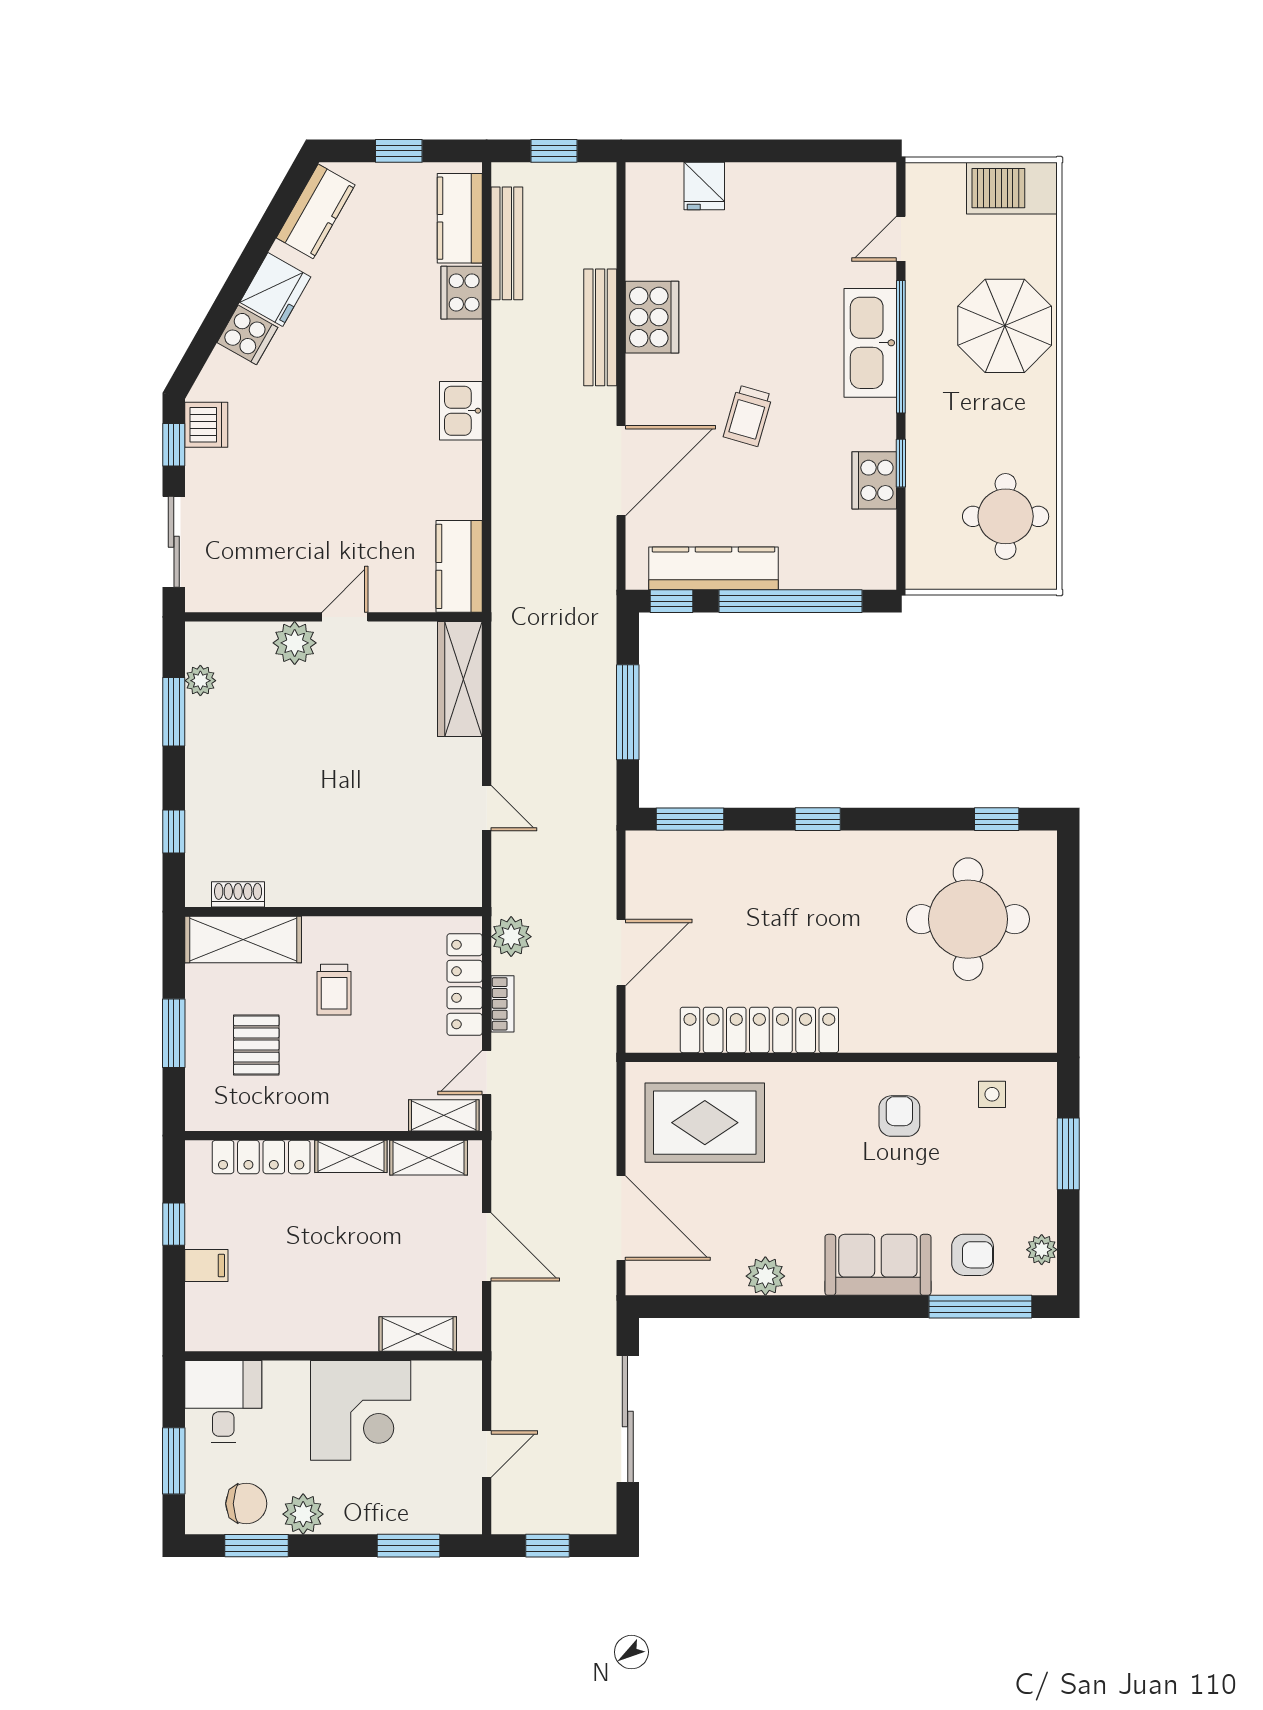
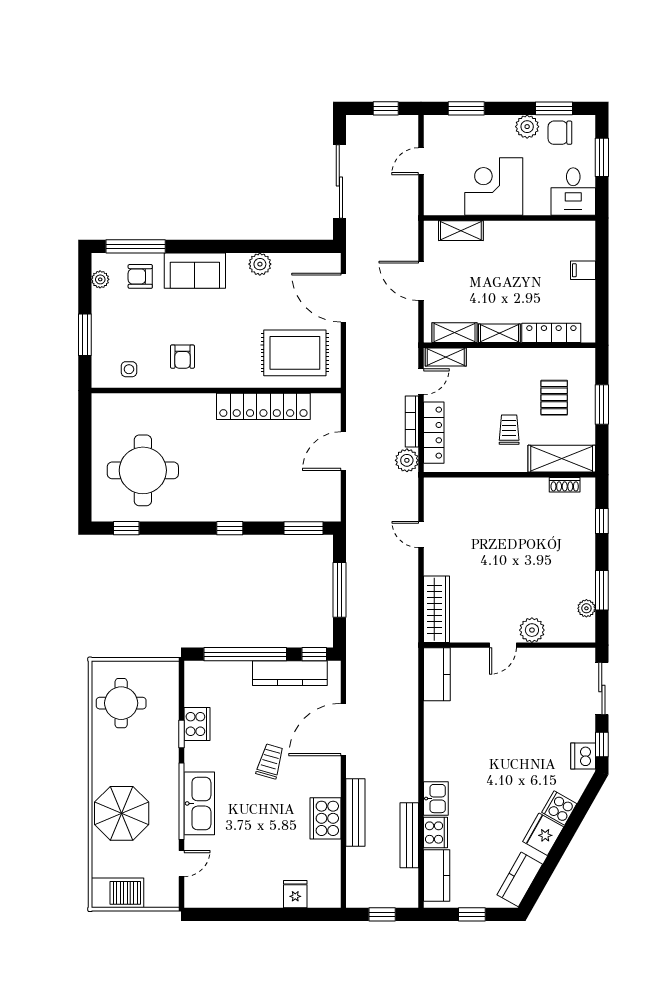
bench: (507, 243) -> (409, 835), moved
kitchen sink: (461, 411) -> (436, 799), moved
bookcase: (502, 1004) -> (412, 421), width x1.56
window: (174, 1224) -> (602, 294), removed

